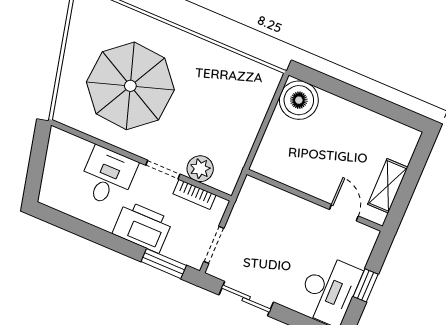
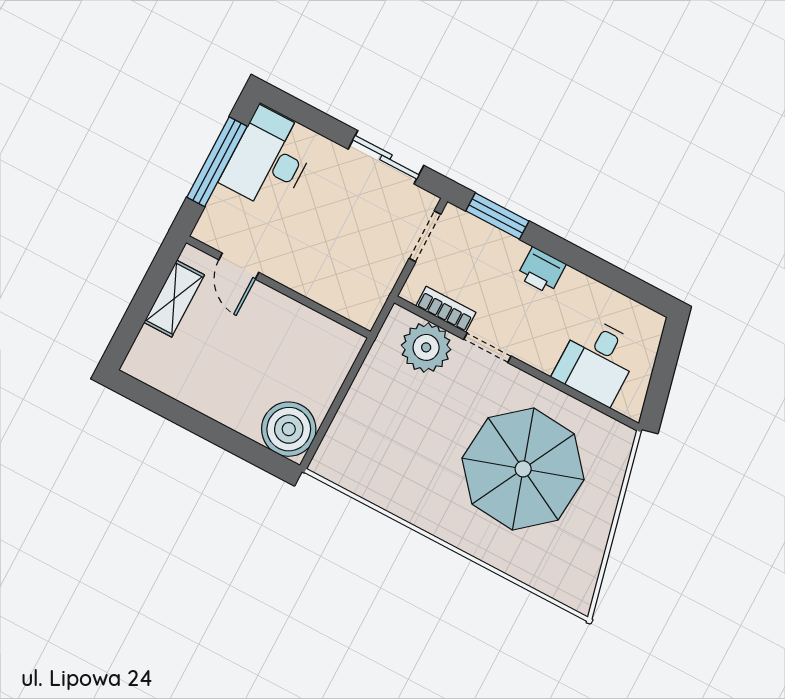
plant: (200, 169) -> (426, 347), width x1.36, depth x1.36
desk: (108, 177) -> (597, 361), moved
printer: (142, 227) -> (541, 270), width x0.53, depth x0.68
window: (366, 285) -> (217, 162), width x2.17

